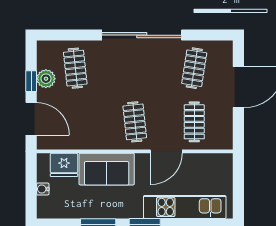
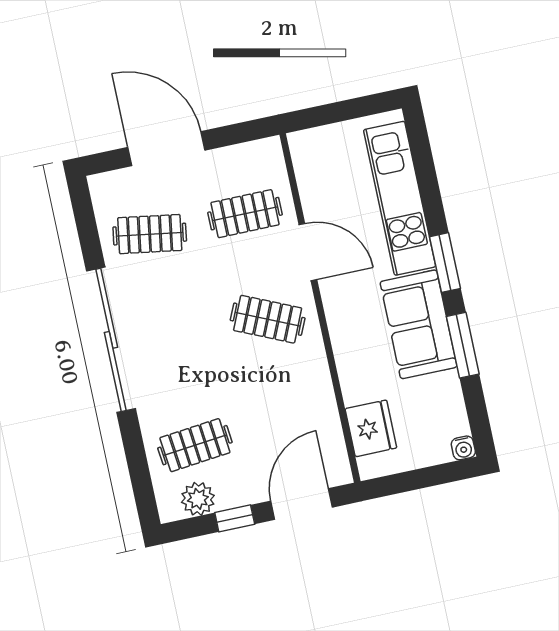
plant: (46, 79) -> (198, 499), moved
clothes rail: (135, 122) -> (268, 319), turned 30
sofa: (107, 169) -> (419, 324), moved, turned 180
water cooler: (43, 189) -> (463, 448), moved

